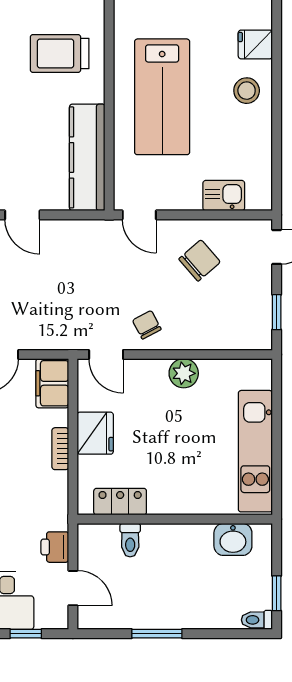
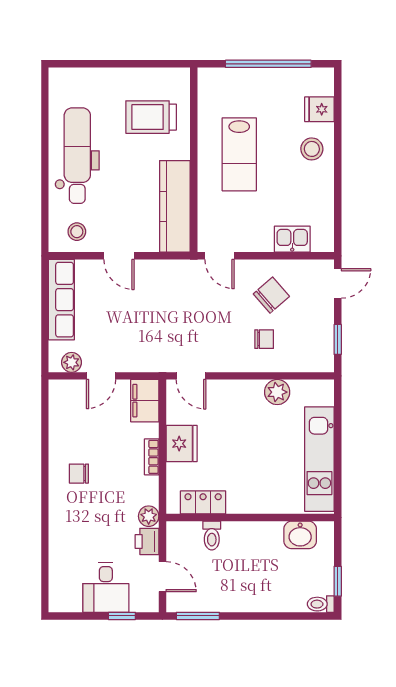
lab bench: (162, 97) -> (239, 154), width x0.73, depth x0.72
chair: (147, 325) -> (264, 339), moved, turned 118
plant: (184, 373) -> (277, 392), moved
plant: (57, 518) -> (149, 516), added
window: (157, 634) -> (198, 616), moved

